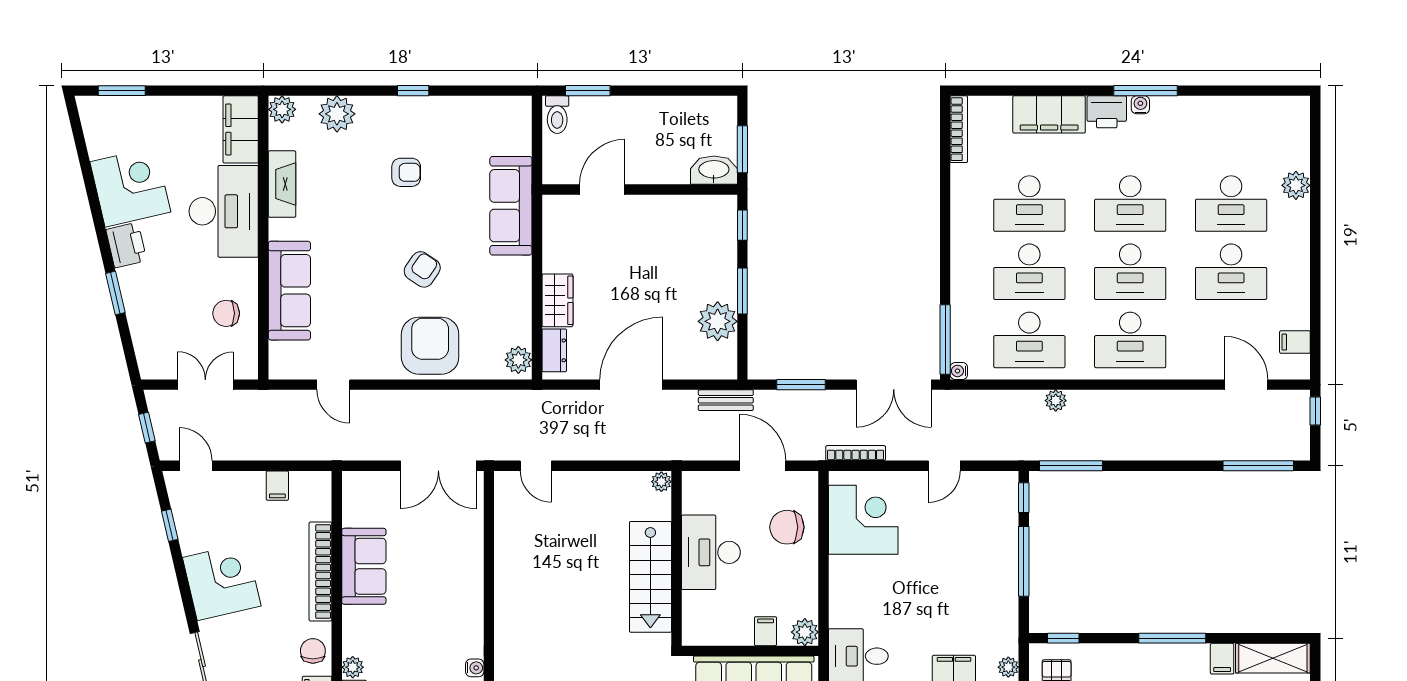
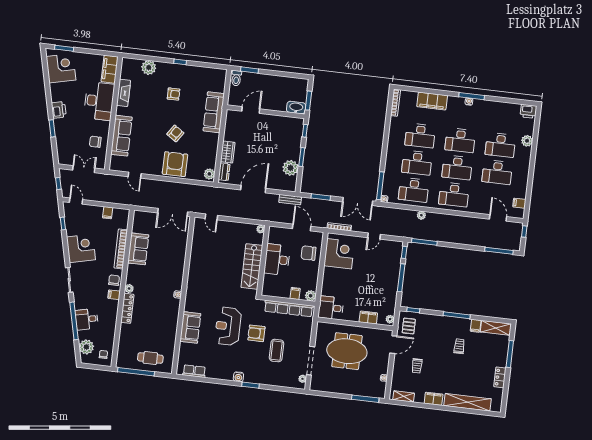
plant: (282, 109) -> (127, 63), removed
printer: (1107, 112) -> (528, 111), moved
corner desk: (130, 187) -> (61, 68), moved

